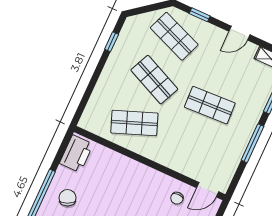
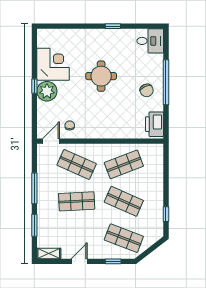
shop shelf: (190, 149) -> (77, 164), added

